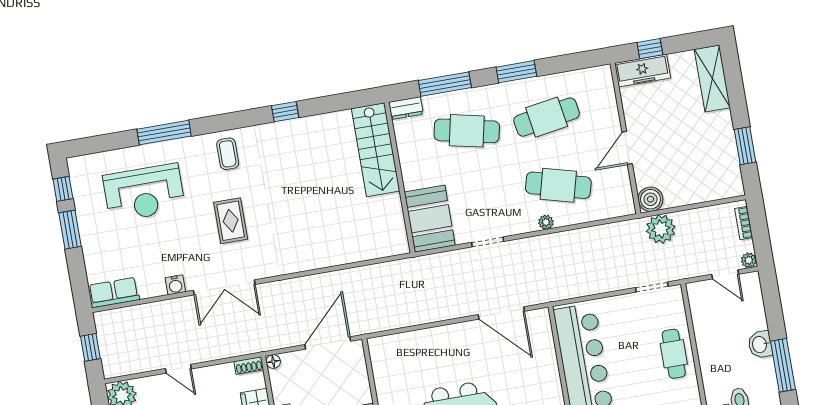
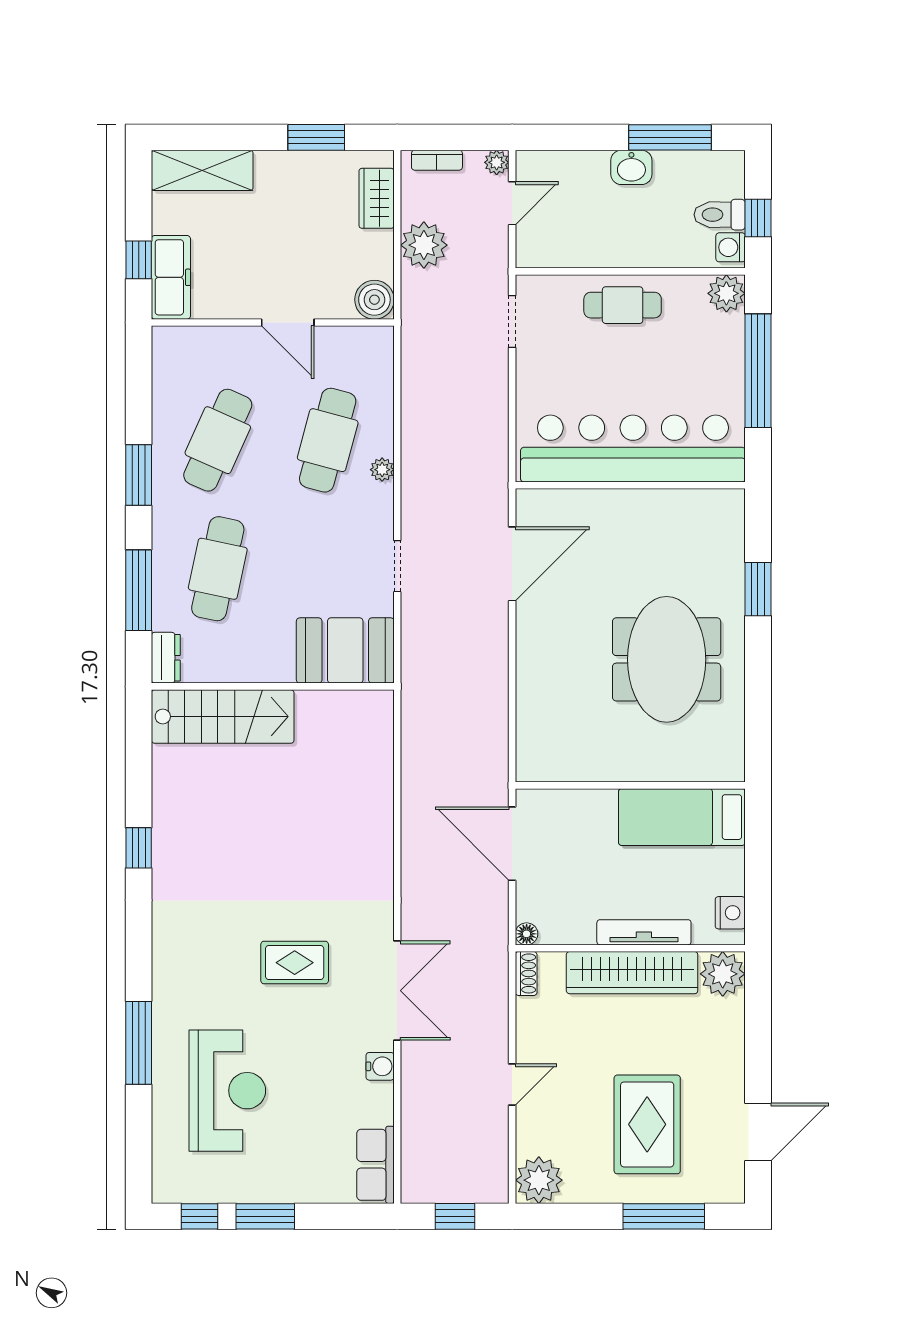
cafe table: (547, 117) -> (218, 440), turned 33
coffee table: (228, 154) -> (189, 949), removed
wardrobe: (714, 190) -> (377, 198), added
plant: (661, 229) -> (424, 245), moved

